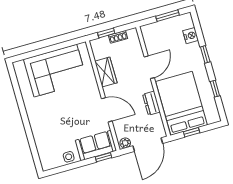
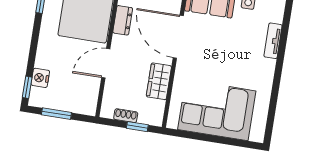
window: (205, 54) -> (27, 87), moved
door: (107, 110) -> (178, 37), width x1.36
tv unit: (39, 138) -> (273, 41), added

